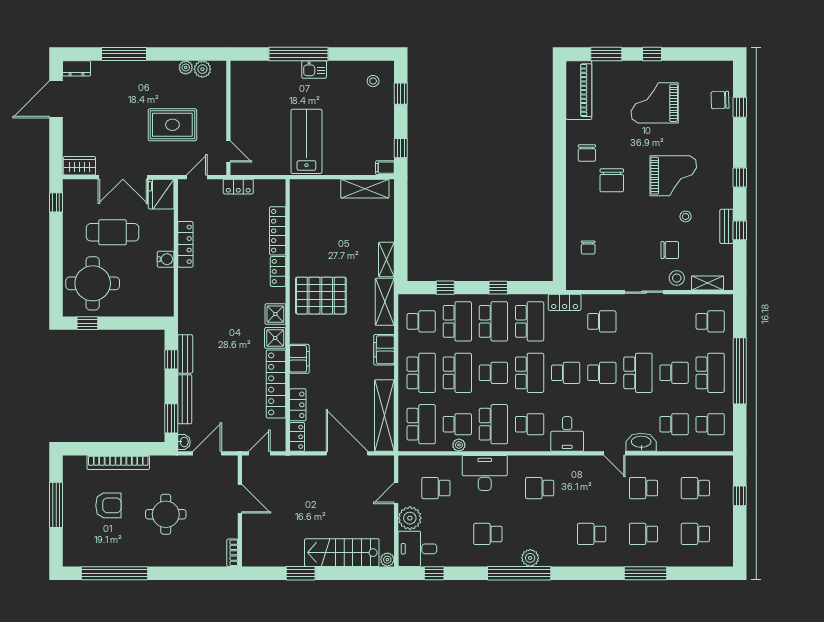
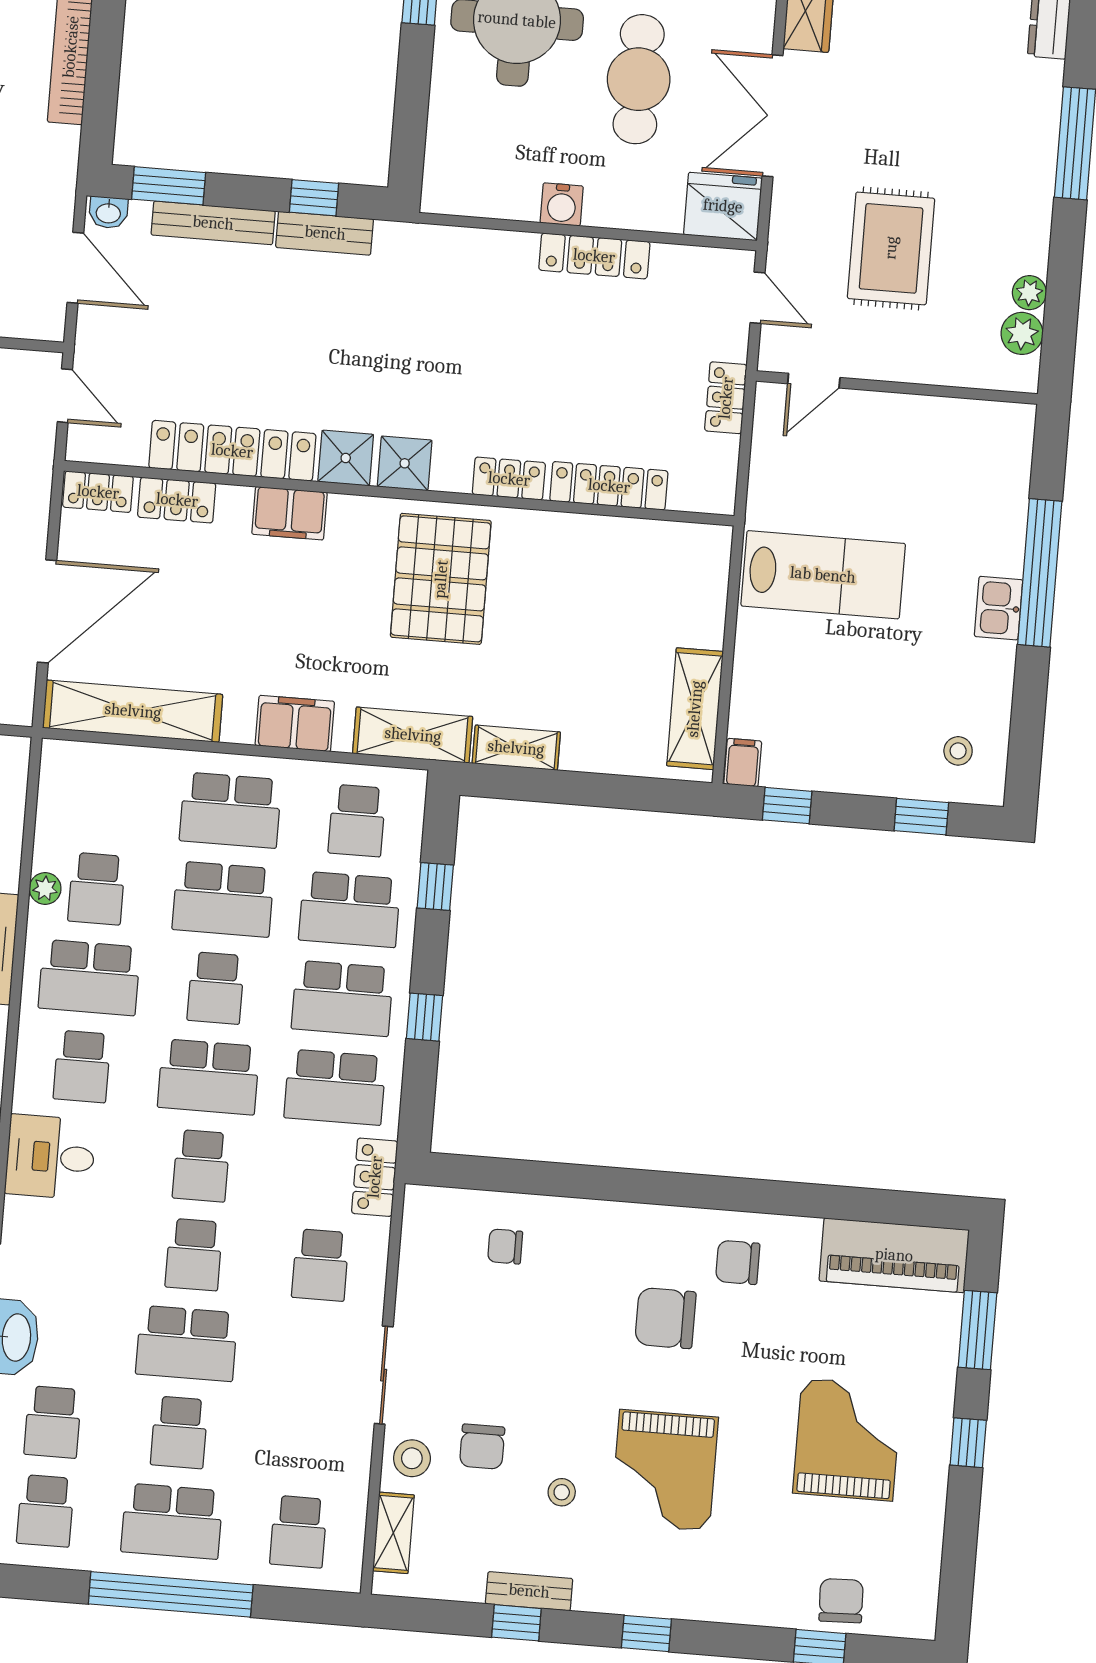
school desk: (421, 424) -> (104, 800), removed

